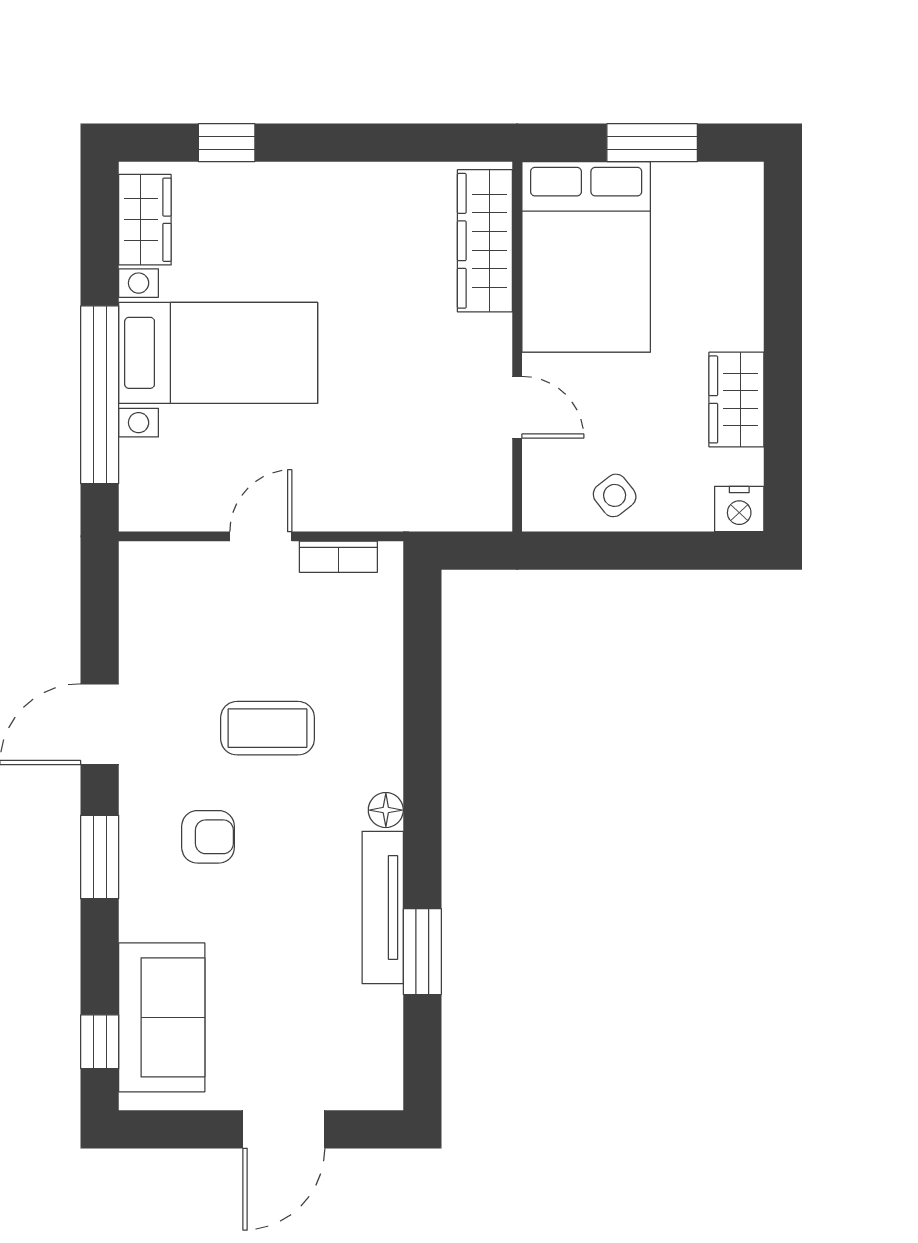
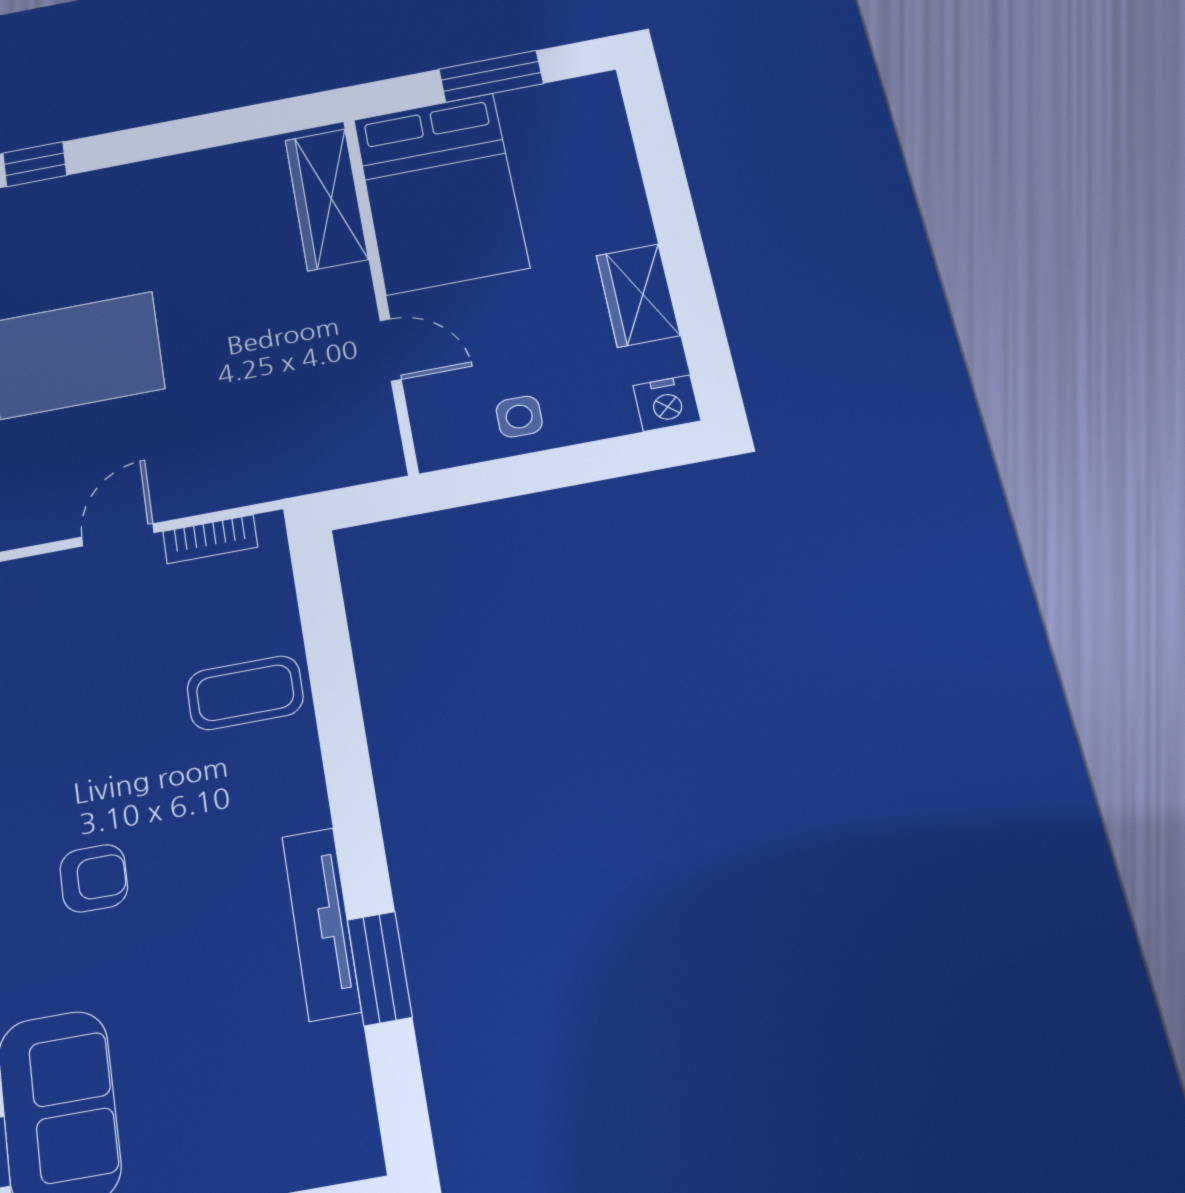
side table: (615, 495) -> (519, 417), turned 38
coffee table: (268, 728) -> (245, 693), moved
floor lamp: (386, 810) -> (308, 807), removed

